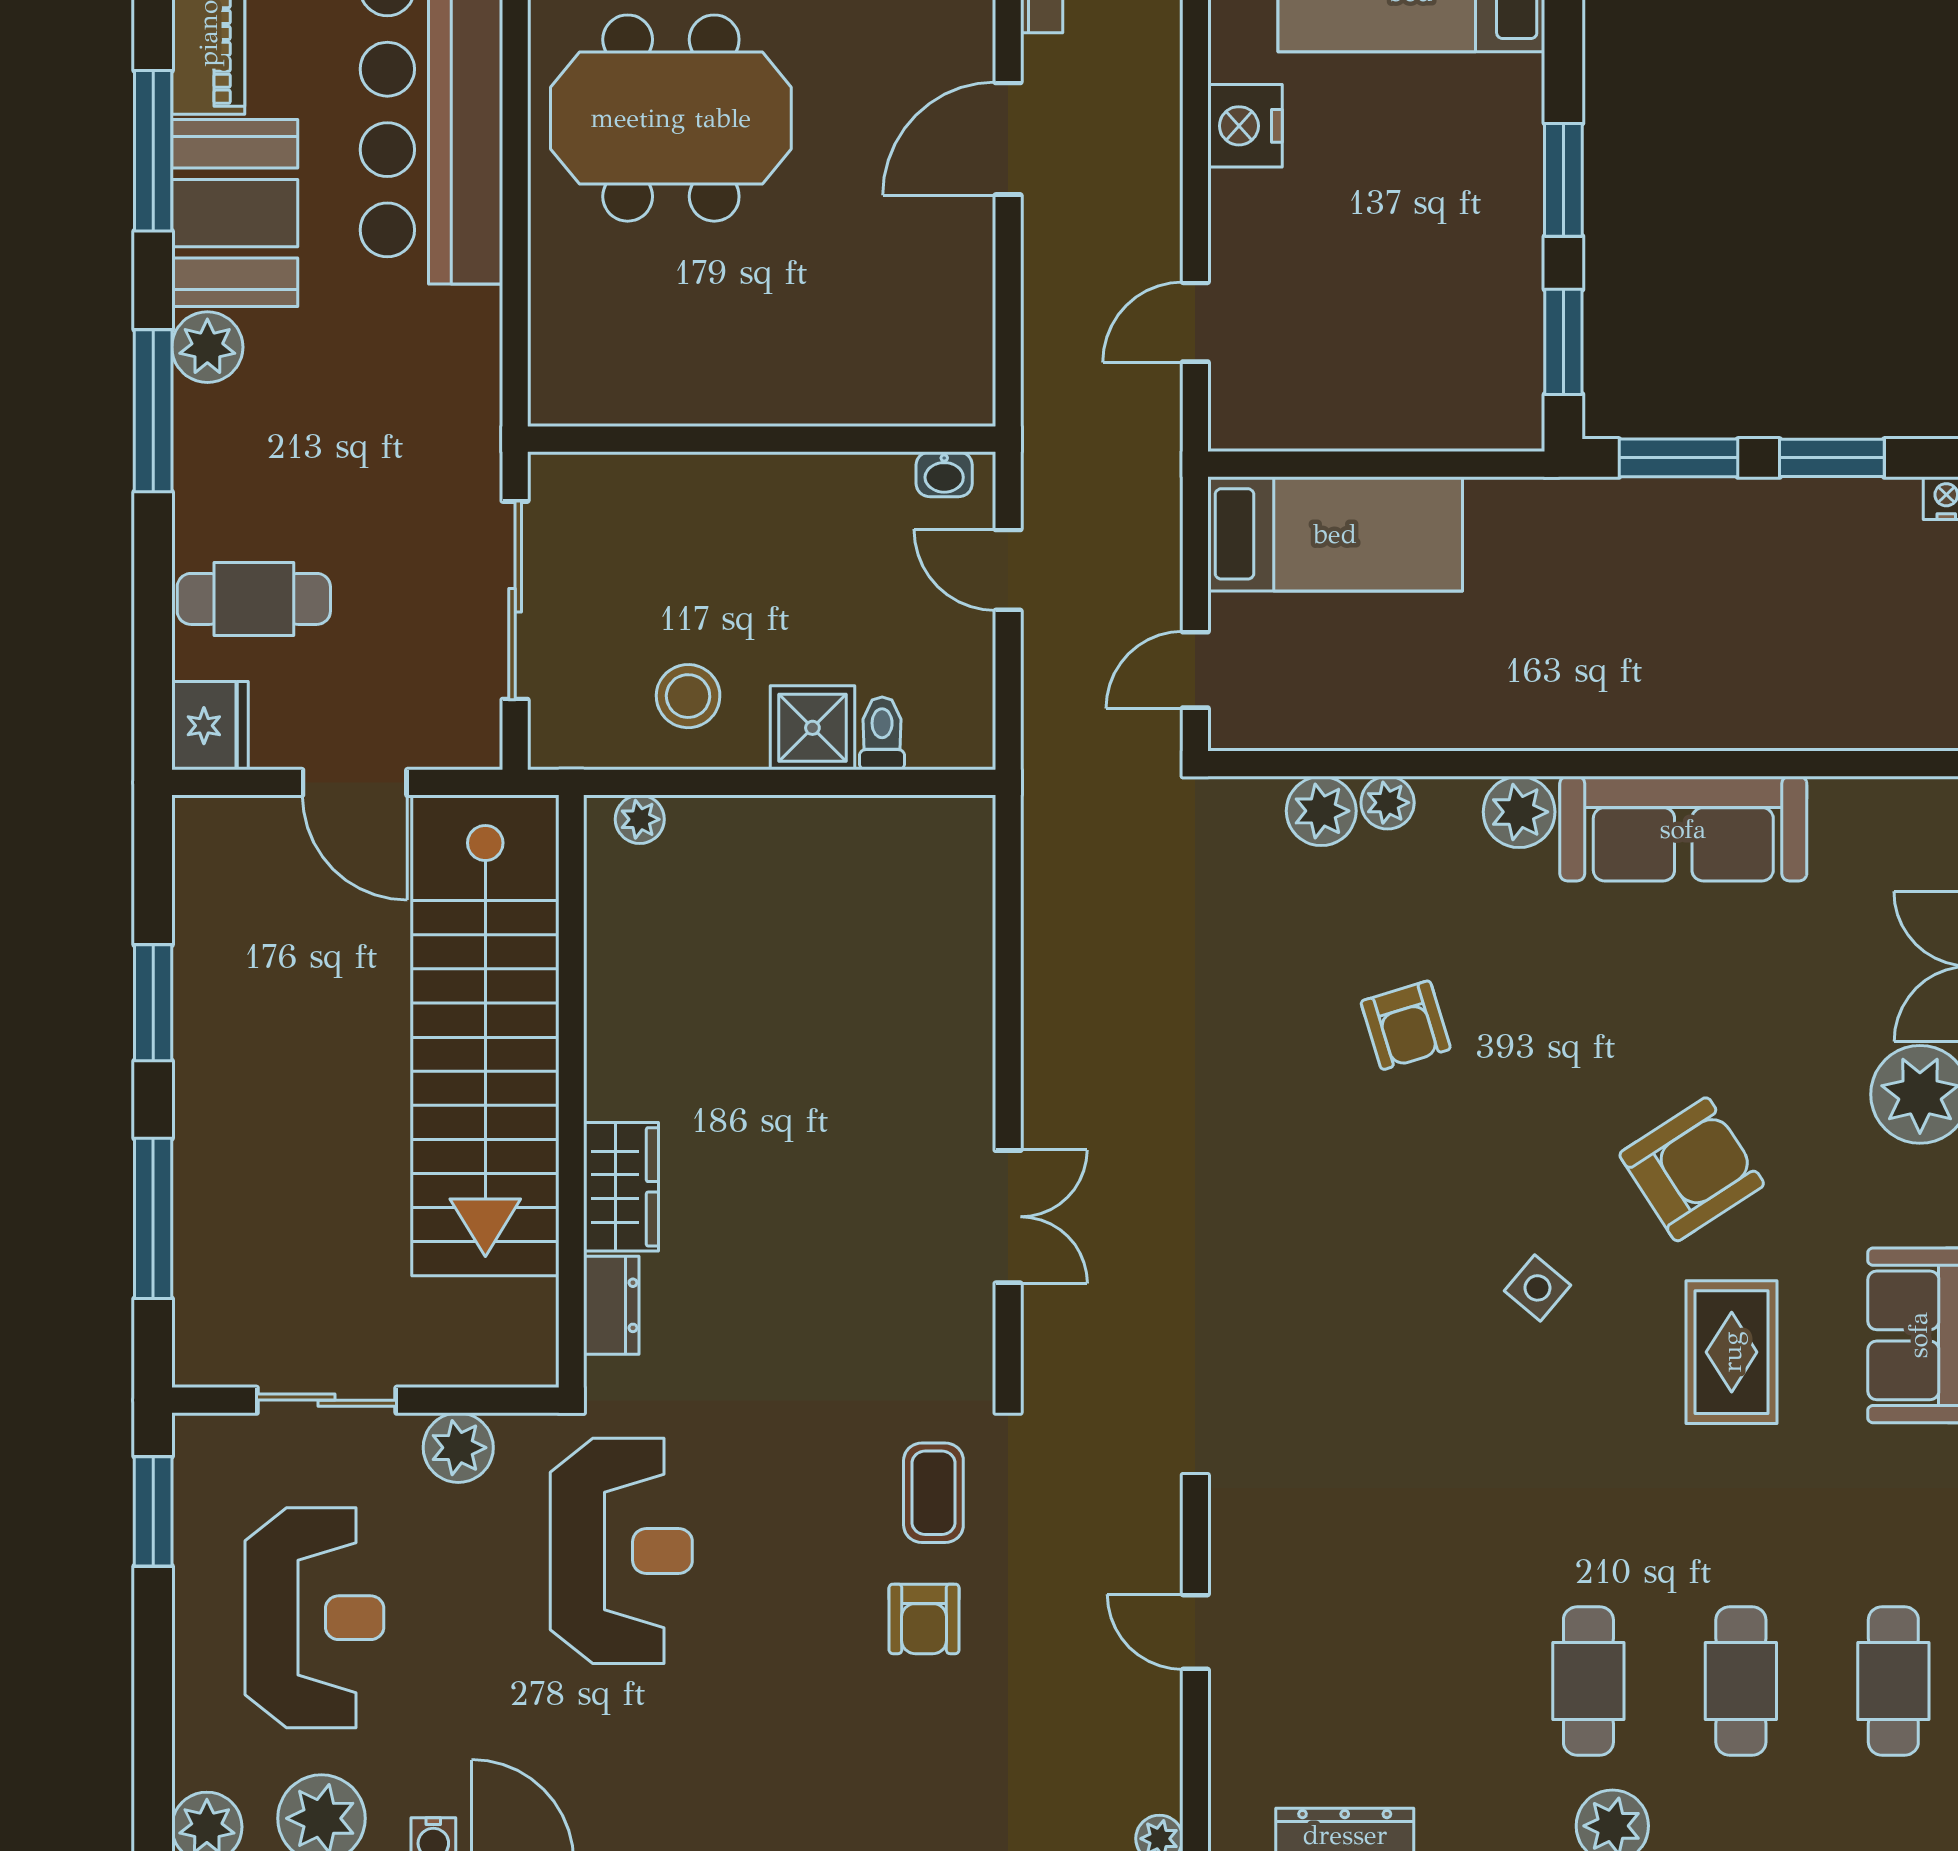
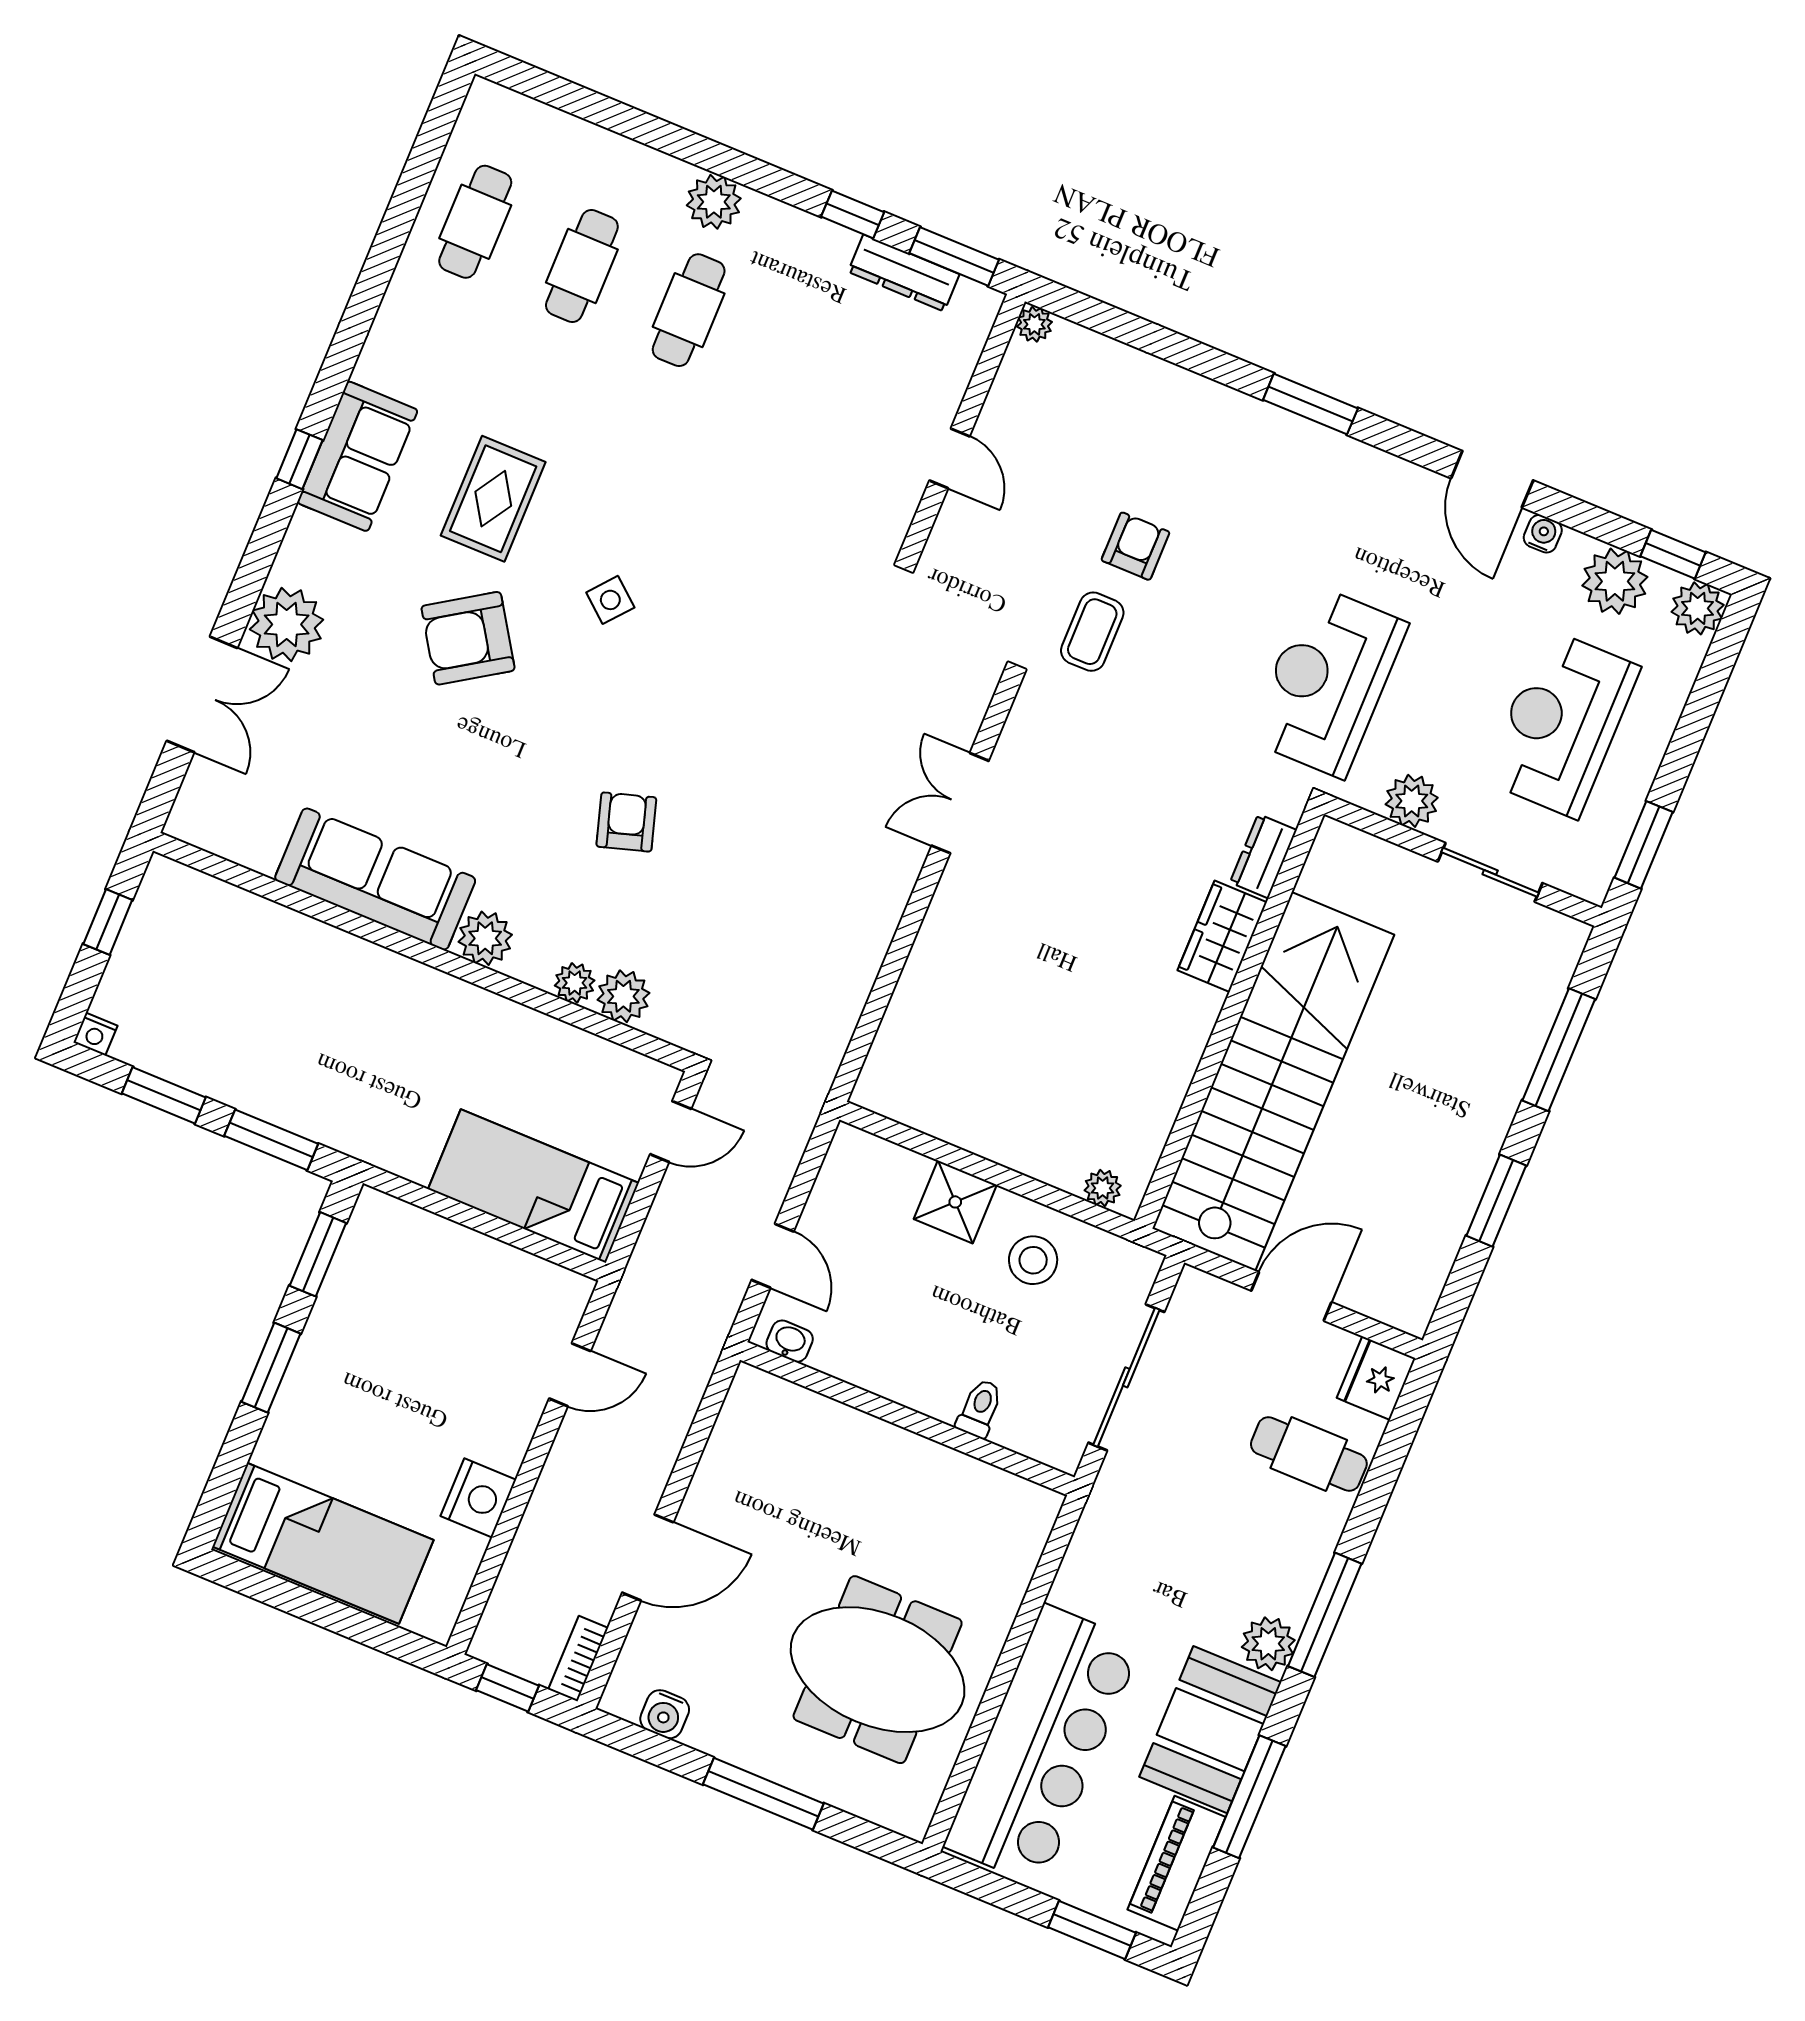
toilet: (882, 733) -> (980, 1409), moved, turned 180
door: (355, 782) -> (1291, 1296), hinge flipped

